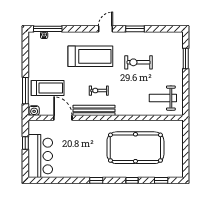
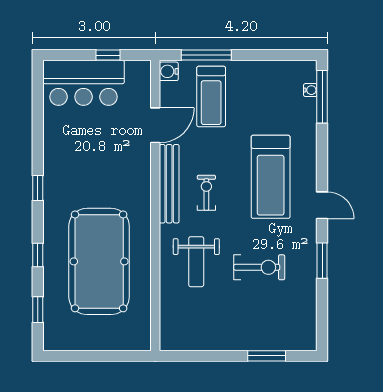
exercise bike: (139, 62) -> (259, 267), turned 90
weight bench: (163, 98) -> (196, 262), moved, turned 180

